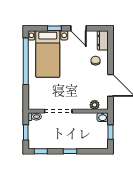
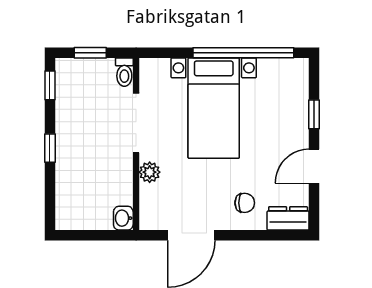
bed with nightstands: (48, 54) -> (214, 108), moved, turned -90
plant: (95, 105) -> (150, 172), moved
window: (111, 132) -> (91, 235), removed

